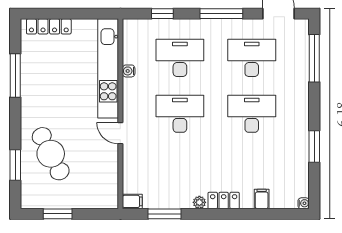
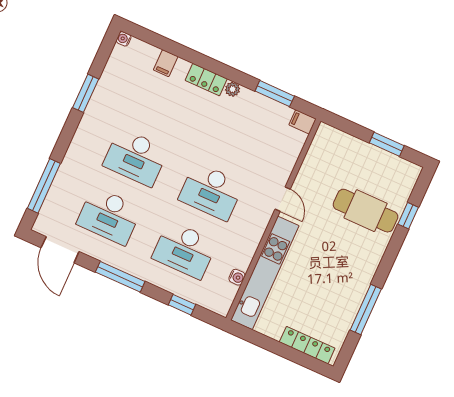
water cooler: (129, 71) -> (237, 277), moved
cafe table: (51, 154) -> (366, 211), turned -63
window: (15, 165) -> (408, 216), width x0.67

